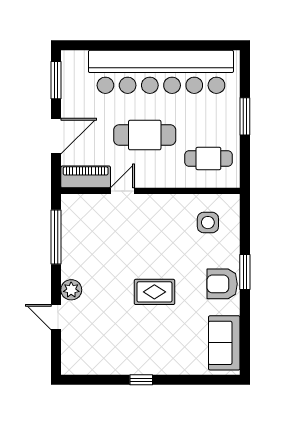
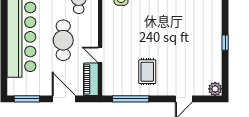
plant: (71, 290) -> (215, 89), moved
rug: (154, 292) -> (147, 72), moved

